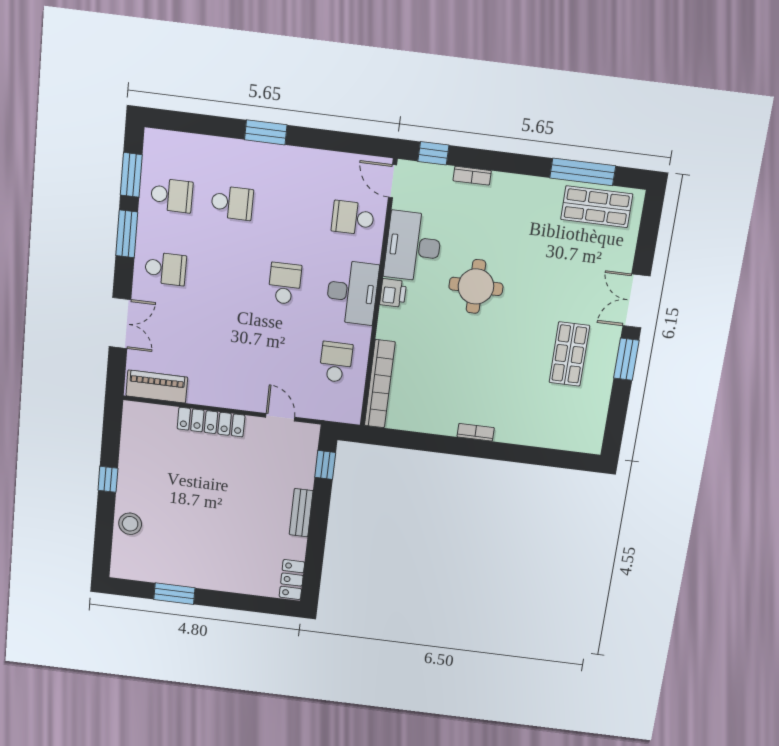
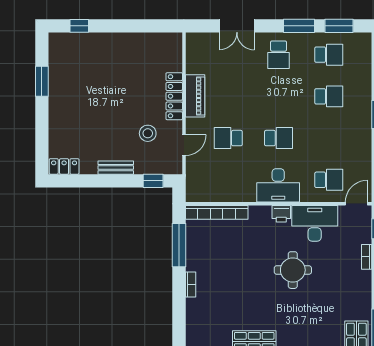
school desk: (172, 195) -> (329, 55), turned -90
school desk: (232, 203) -> (329, 96), turned -90
school desk: (353, 218) -> (329, 180), turned 90
school desk: (336, 362) -> (228, 138), moved, turned 180
piano: (157, 386) -> (195, 96), moved
window: (419, 441) -> (179, 245), added
window: (108, 479) -> (79, 26), moved
stool: (130, 524) -> (148, 133), moved

